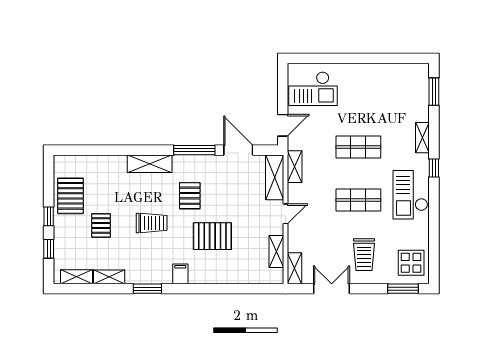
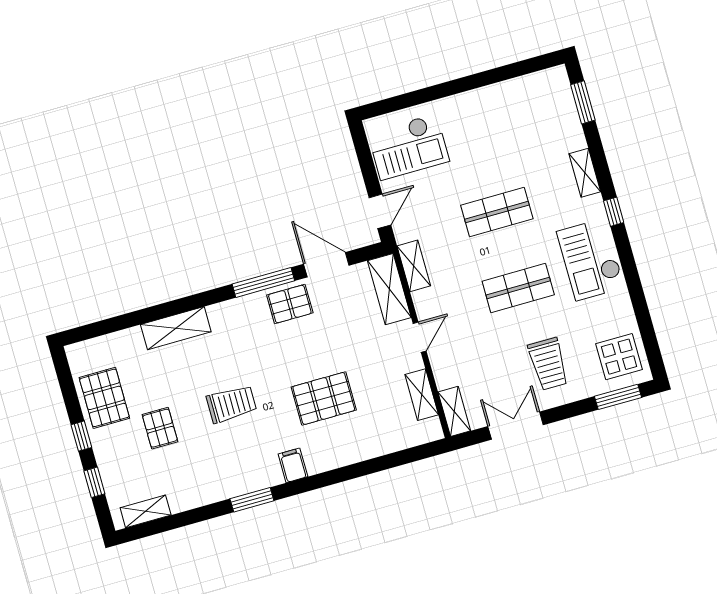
shelving: (150, 164) -> (176, 328), moved
pallet: (190, 196) -> (290, 304), moved, turned 90
shelving: (109, 277) -> (192, 498), removed

